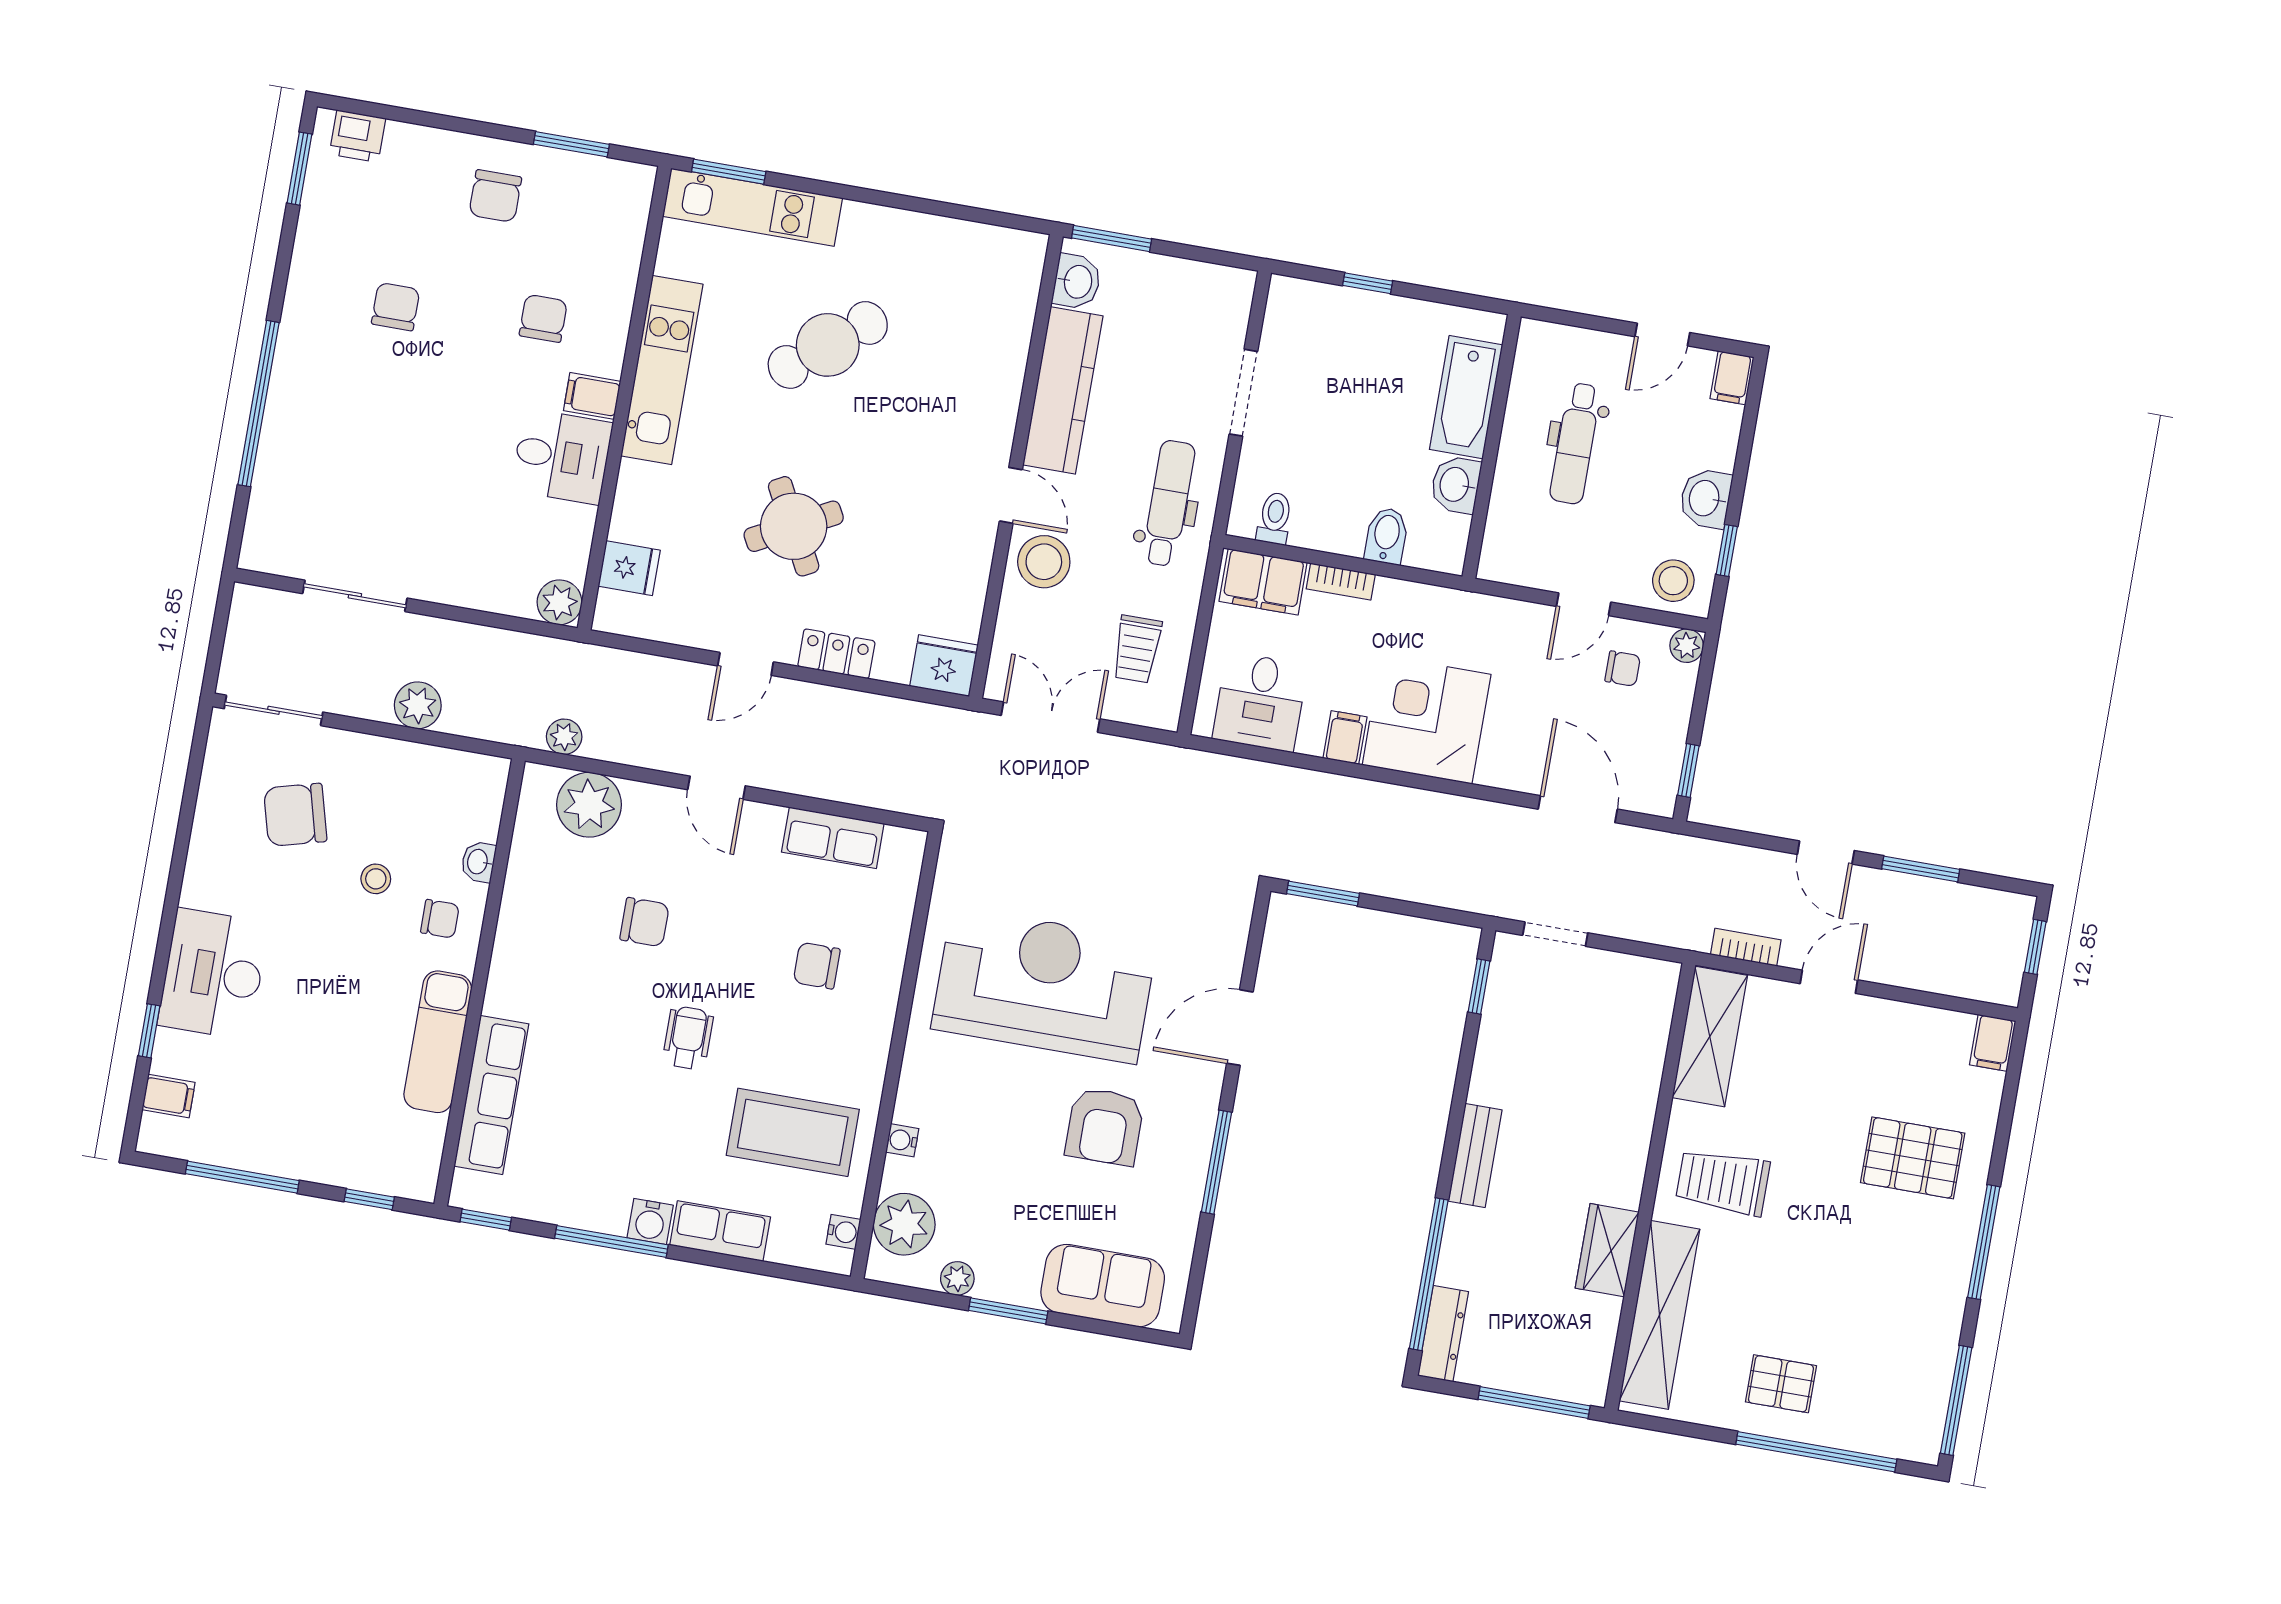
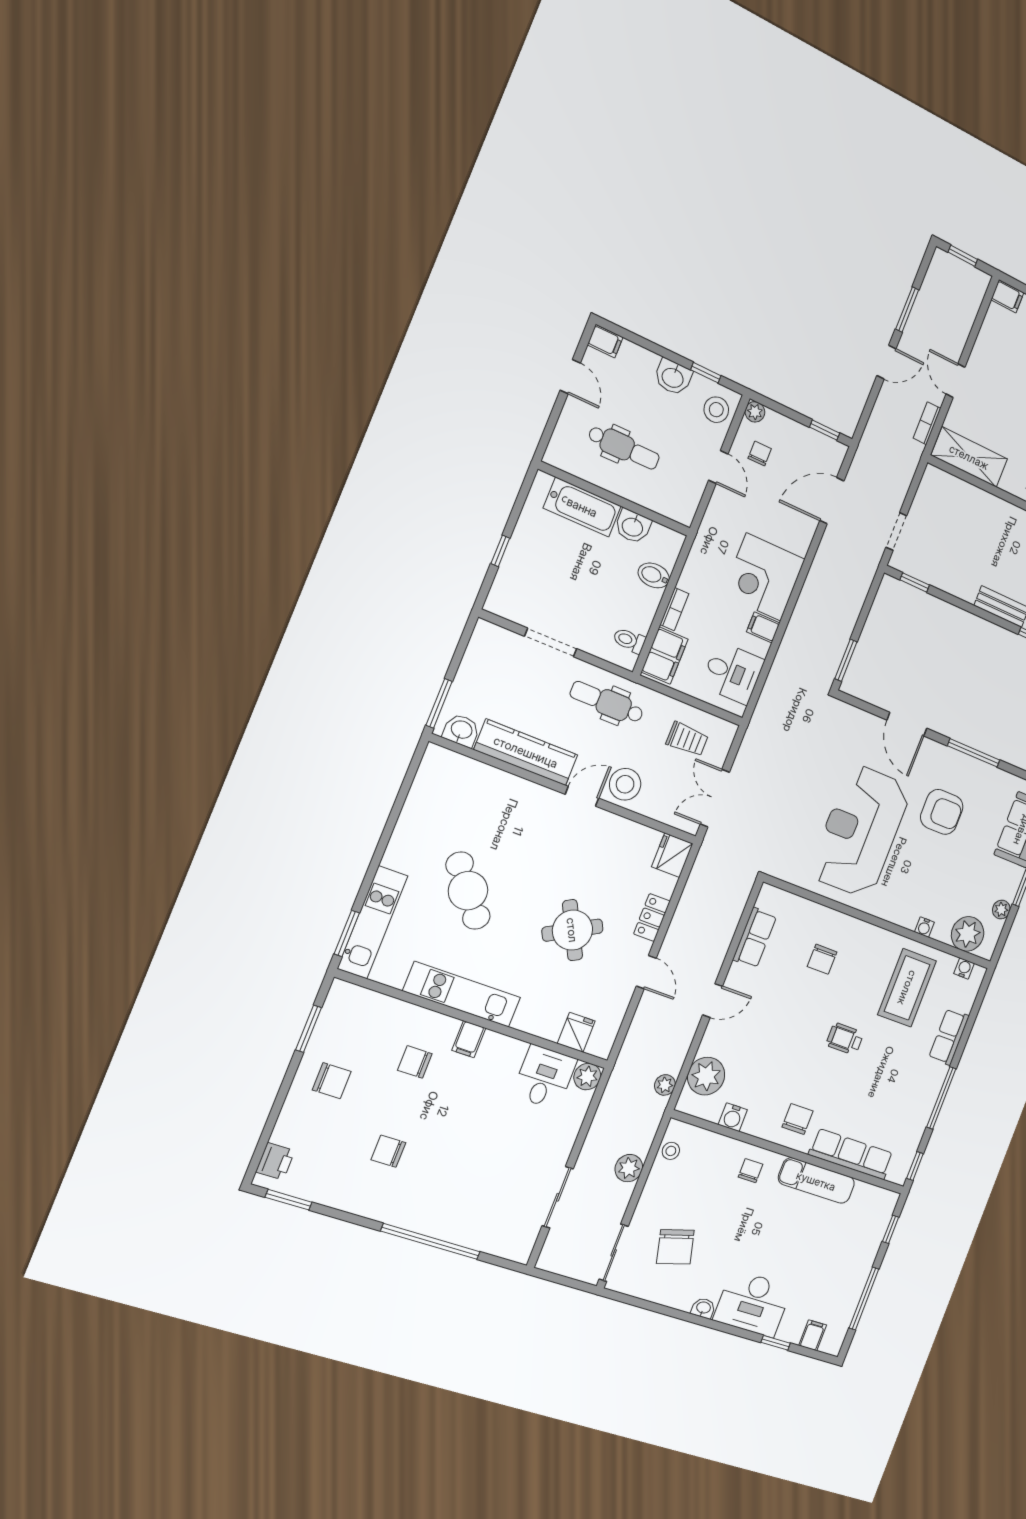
desk: (562, 456) -> (544, 1077), moved
washbasin: (478, 862) -> (703, 1308), moved, turned 180
stool: (376, 879) -> (671, 1151), moved
chair: (644, 922) -> (798, 1119), moved
water cooler: (650, 1221) -> (733, 1117), moved, turned 90

